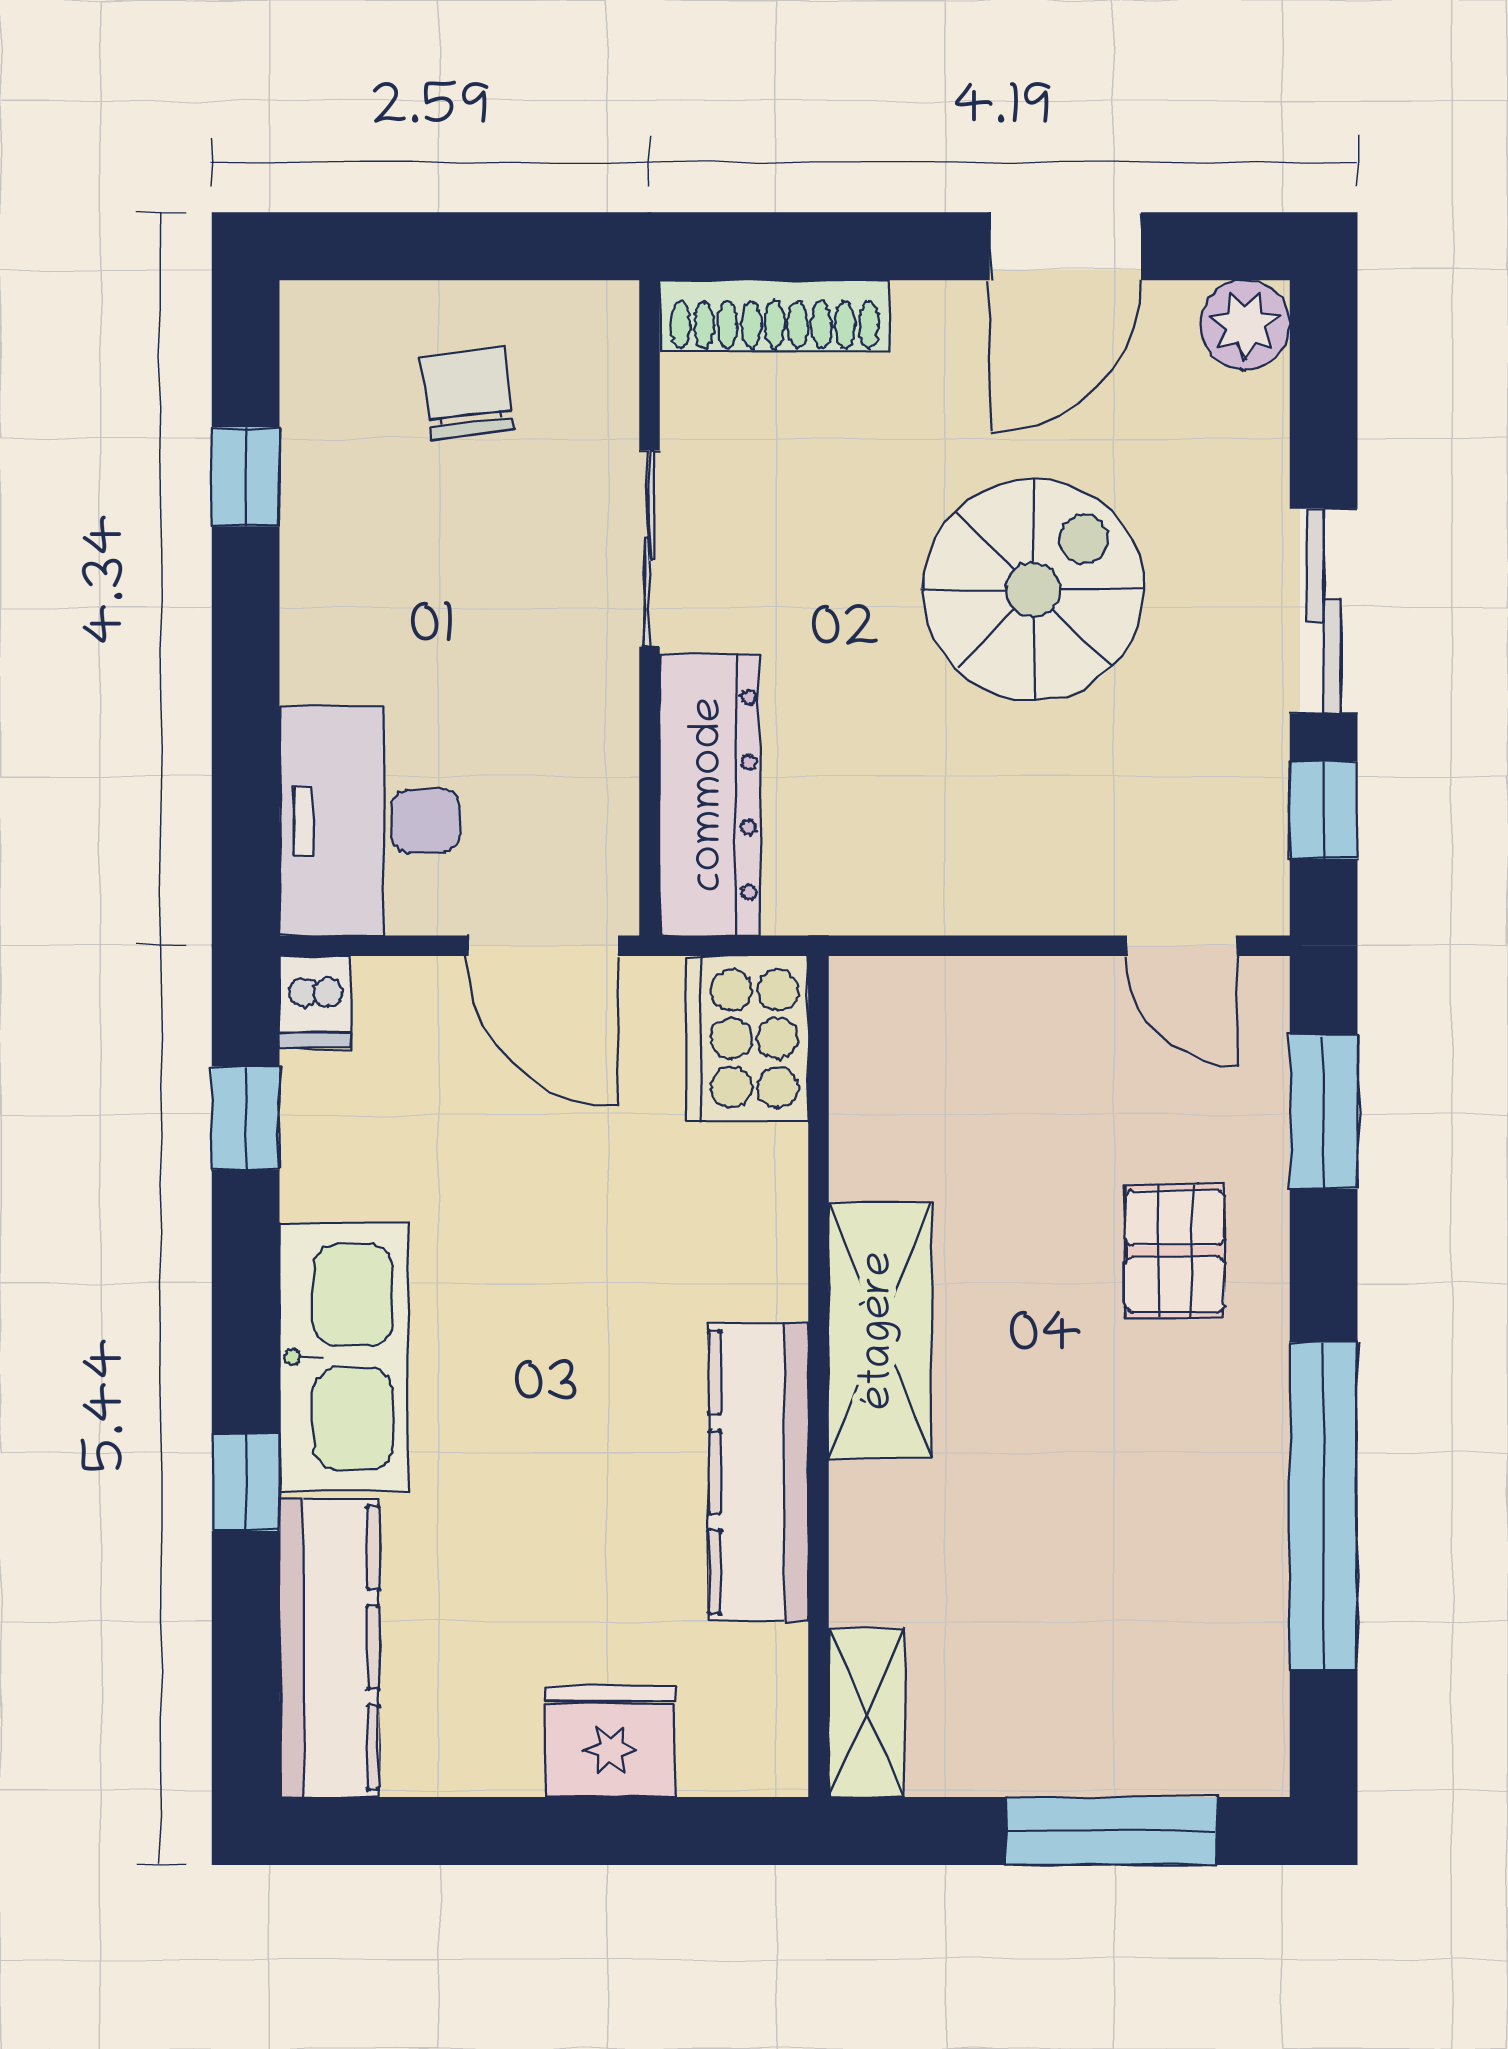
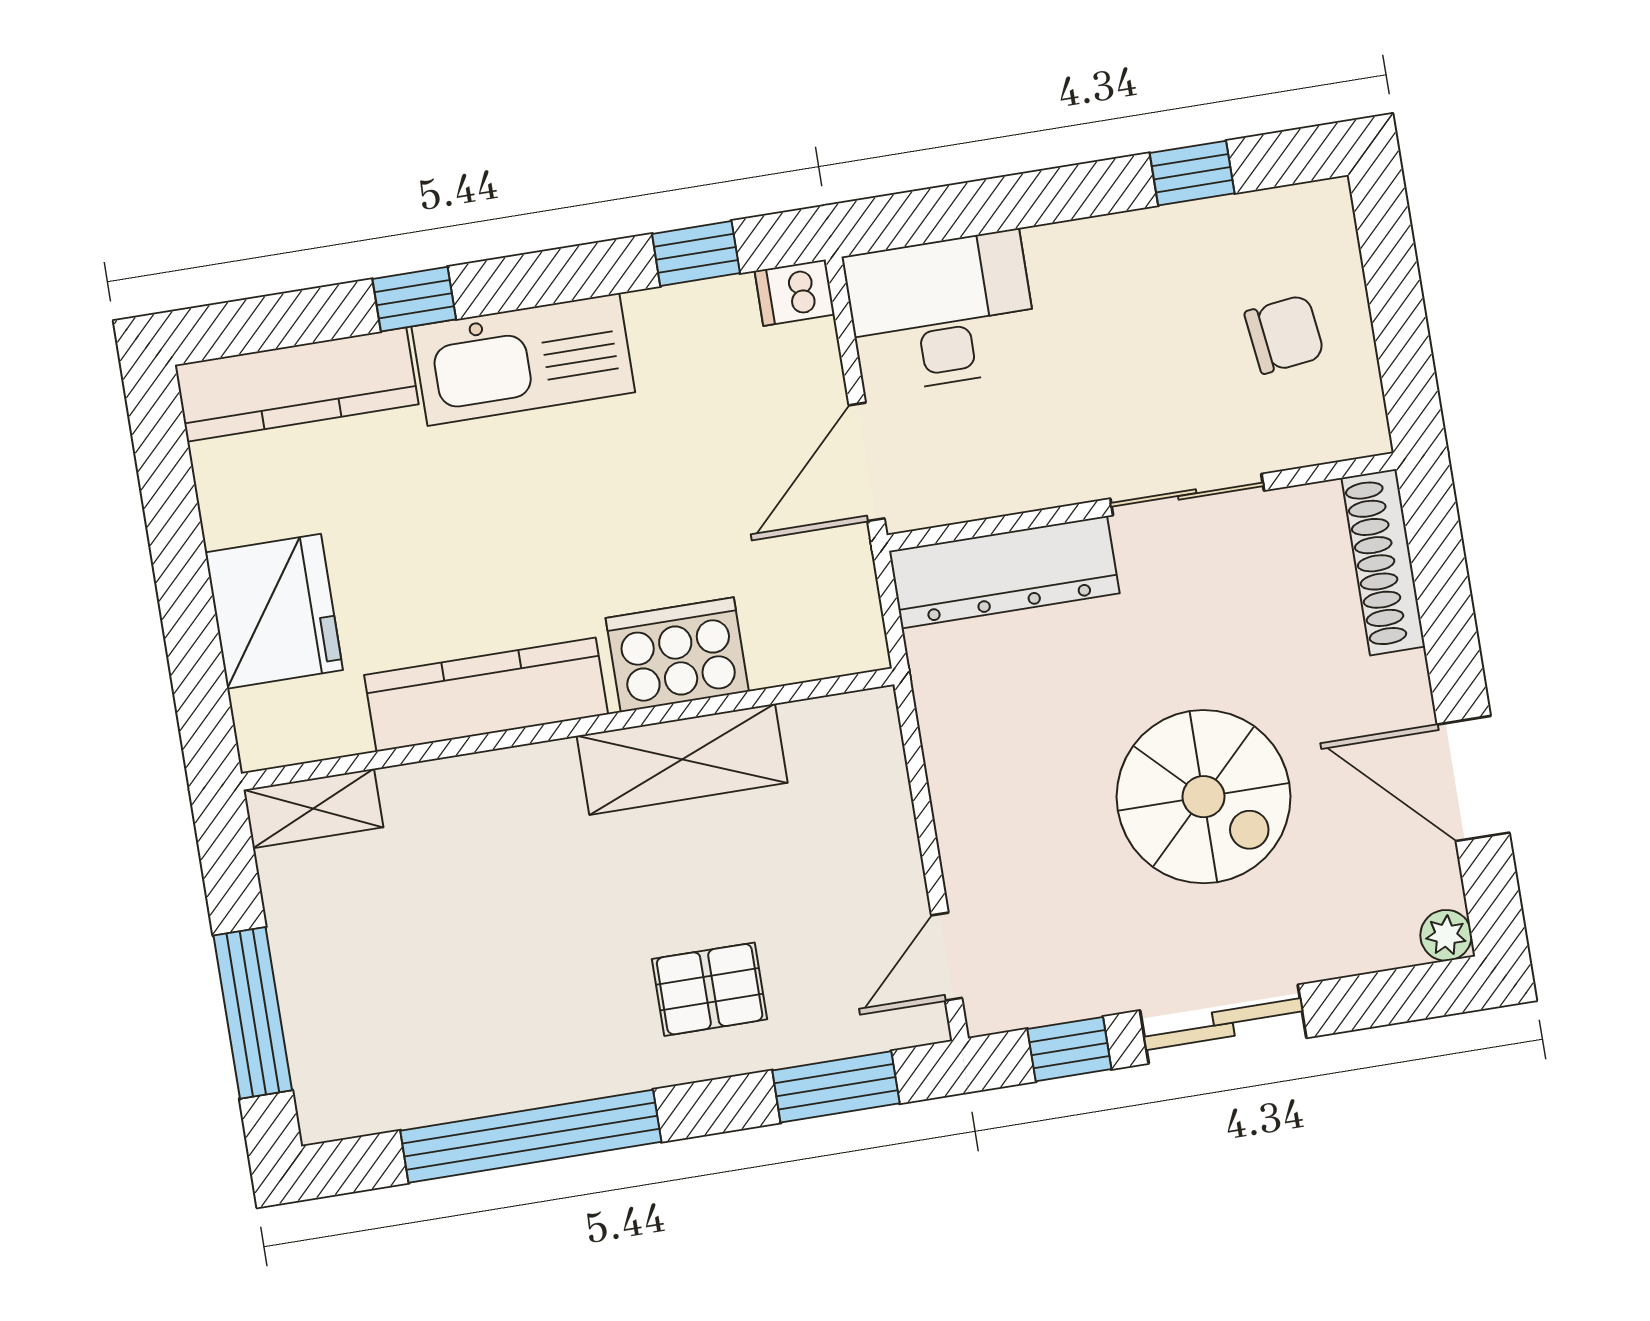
plant: (1245, 325) -> (1446, 935), width x0.73, depth x0.73
cooker: (747, 1039) -> (677, 655), moved
shelving: (880, 1331) -> (682, 759), moved
fridge: (610, 1741) -> (274, 611), width x1.36, depth x1.34

